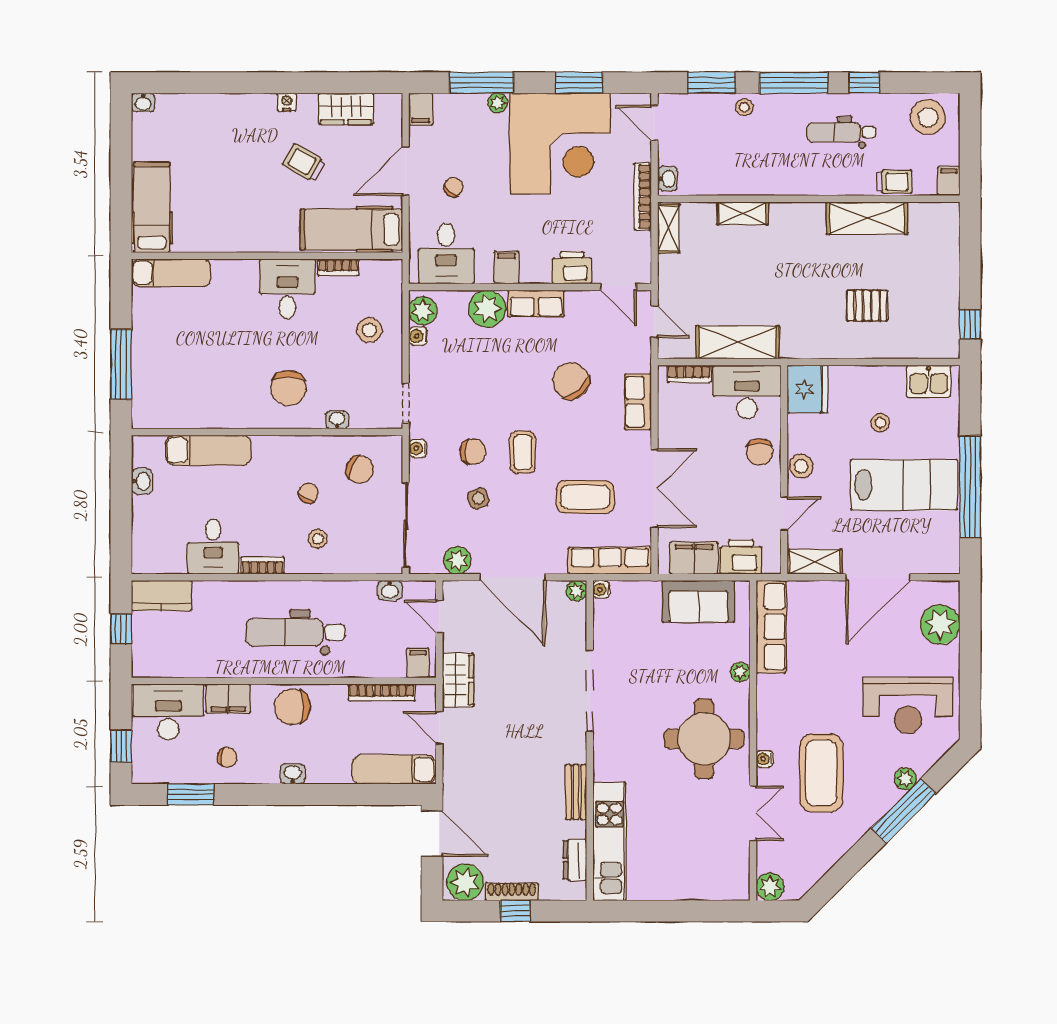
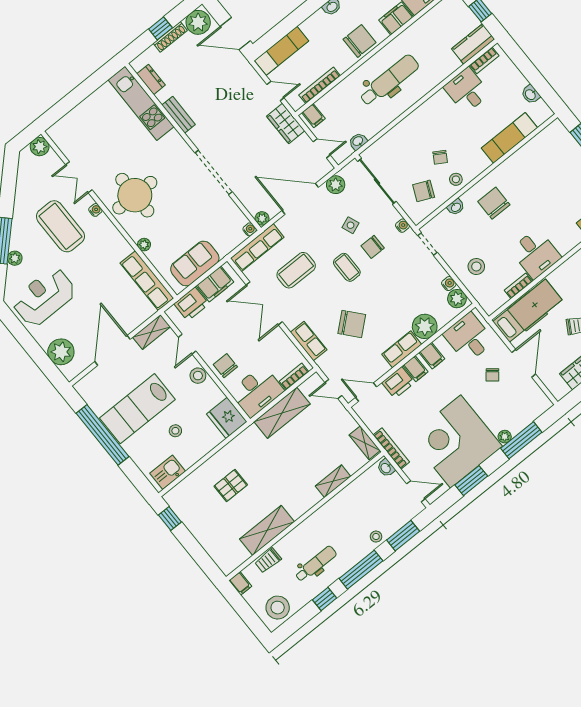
filing cabinet: (421, 109) -> (415, 369), moved, turned 180
stool: (318, 539) -> (456, 179), moved
bookcase: (262, 565) -> (484, 60), moved

